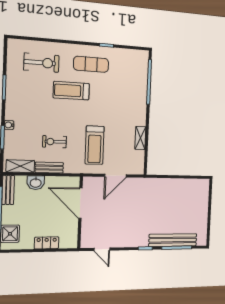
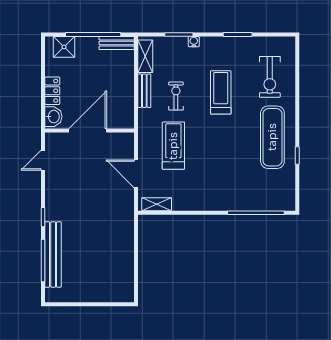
exercise mat: (91, 64) -> (272, 137), width x1.36, depth x1.45
treadmill: (71, 91) -> (221, 92), moved
shelving: (140, 138) -> (157, 204), moved
treadmill: (95, 145) -> (173, 146), turned 90
washbasin: (36, 183) -> (53, 117), moved, turned 180
door: (80, 203) -> (88, 131), moved

